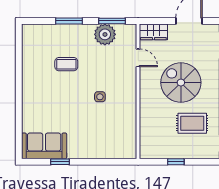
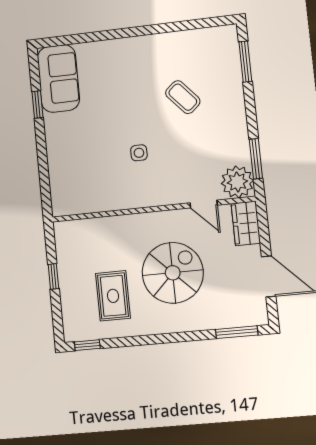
window: (69, 21) -> (245, 62), moved
plant: (105, 34) -> (237, 182), moved
door: (138, 58) -> (204, 204), hinge flipped
coffee table: (66, 64) -> (183, 97), turned -41

